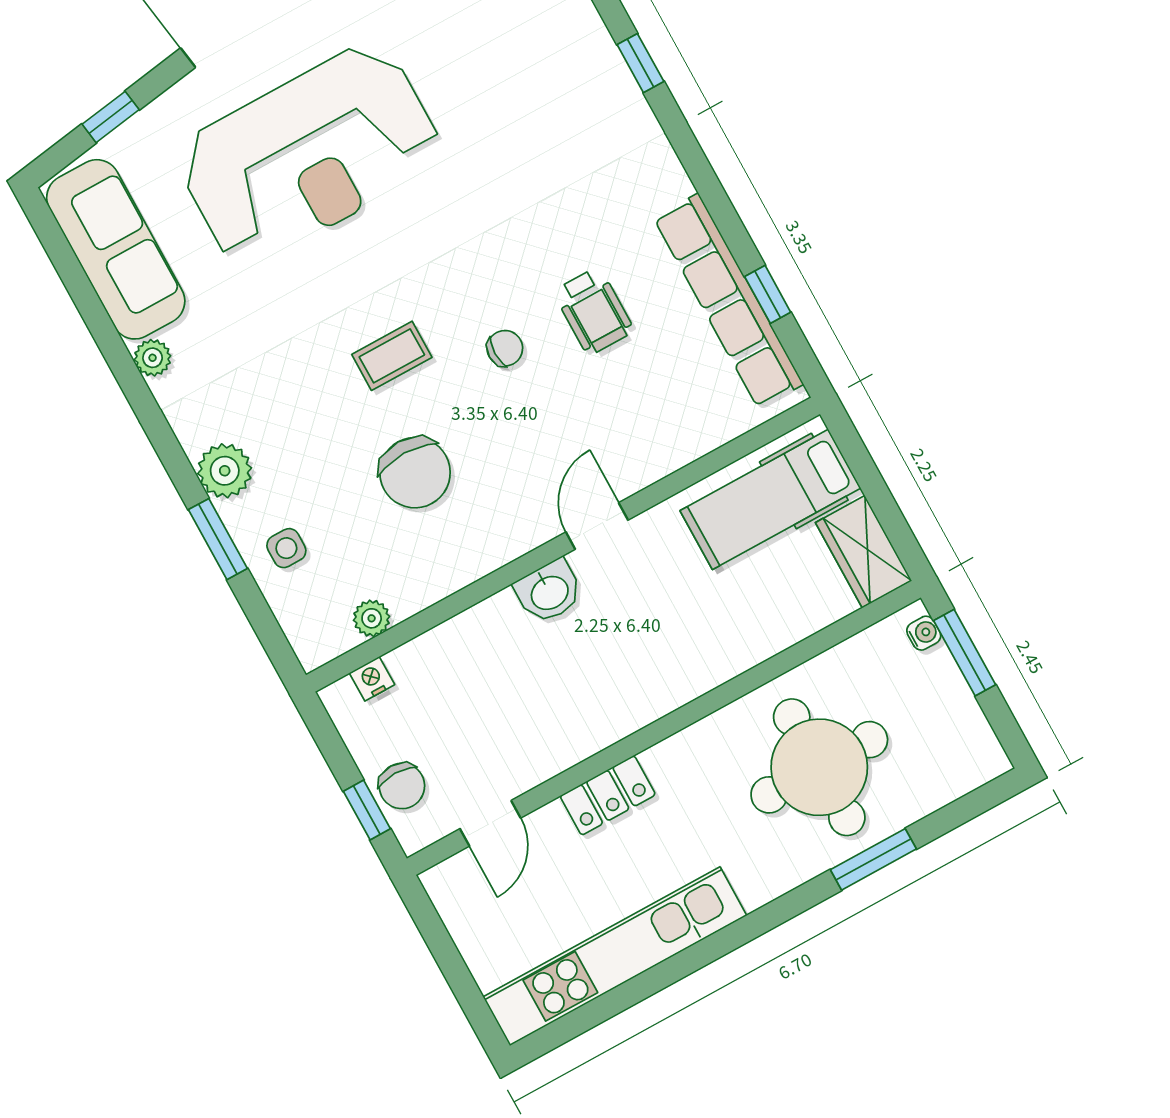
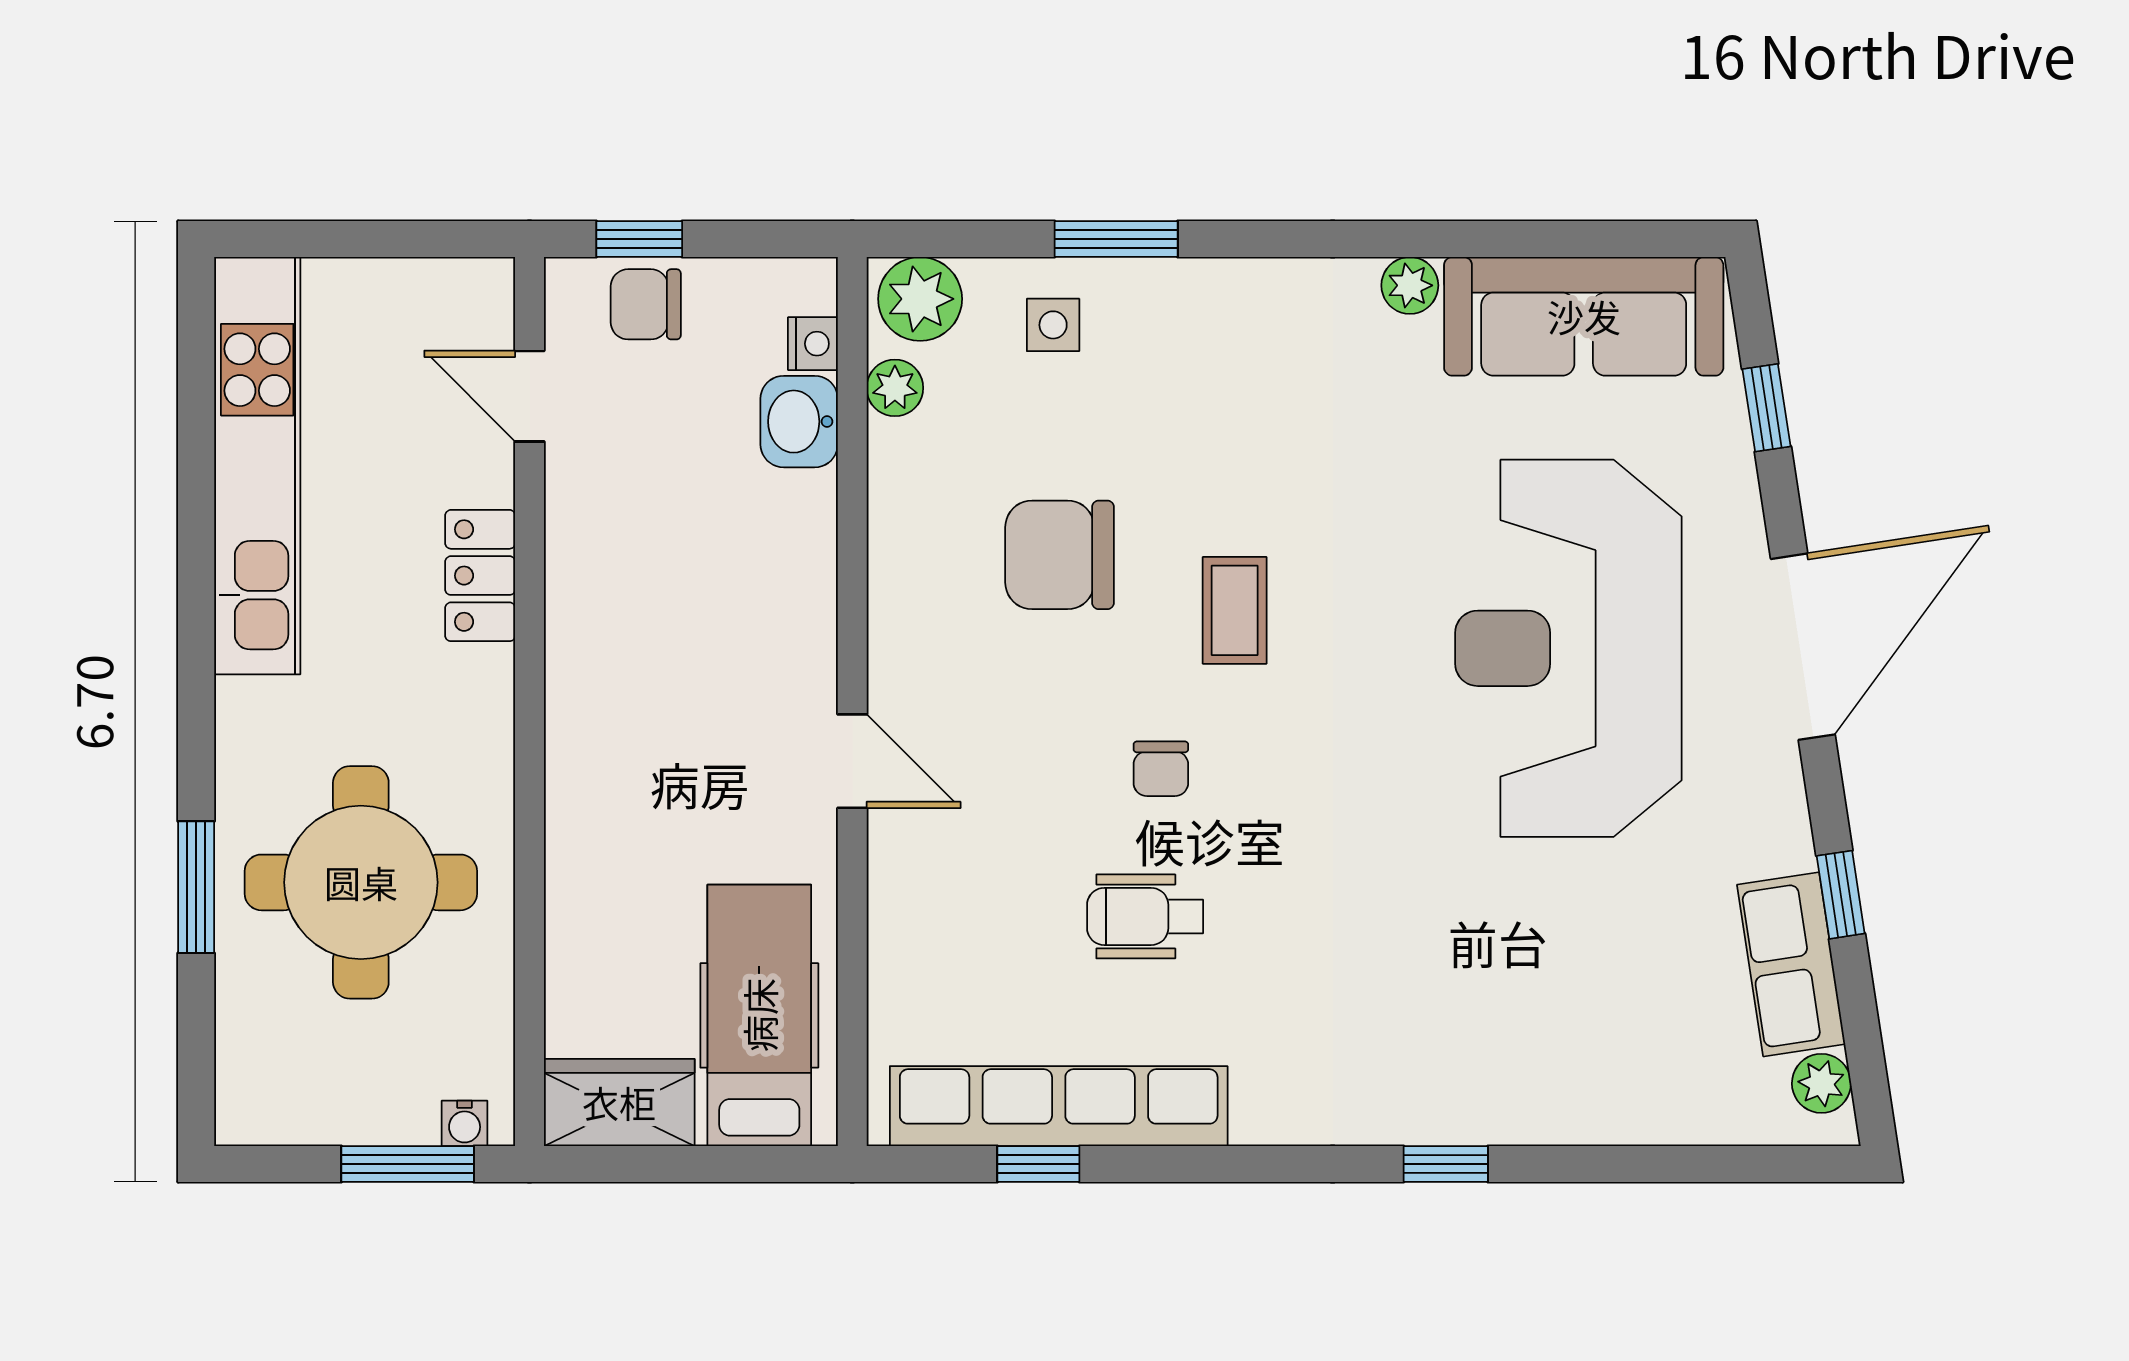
plant: (225, 471) -> (920, 299), moved
washbasin: (549, 592) -> (799, 422), moved

